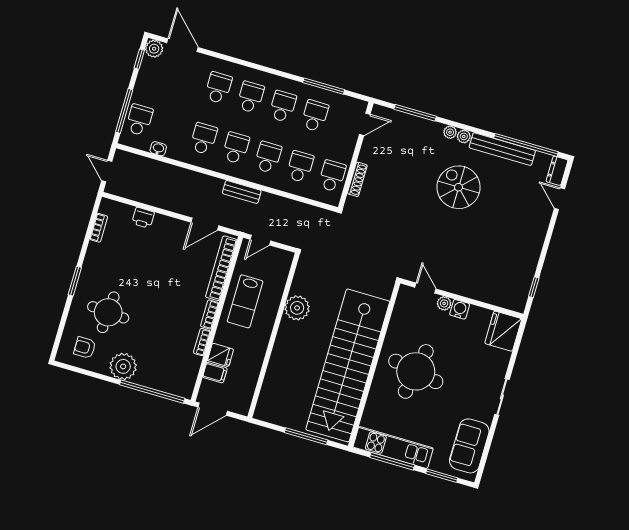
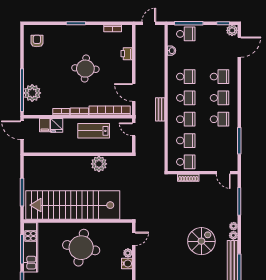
school desk: (315, 116) -> (220, 141), removed
round table: (108, 312) -> (85, 69), moved
plant: (123, 366) -> (32, 93), moved

